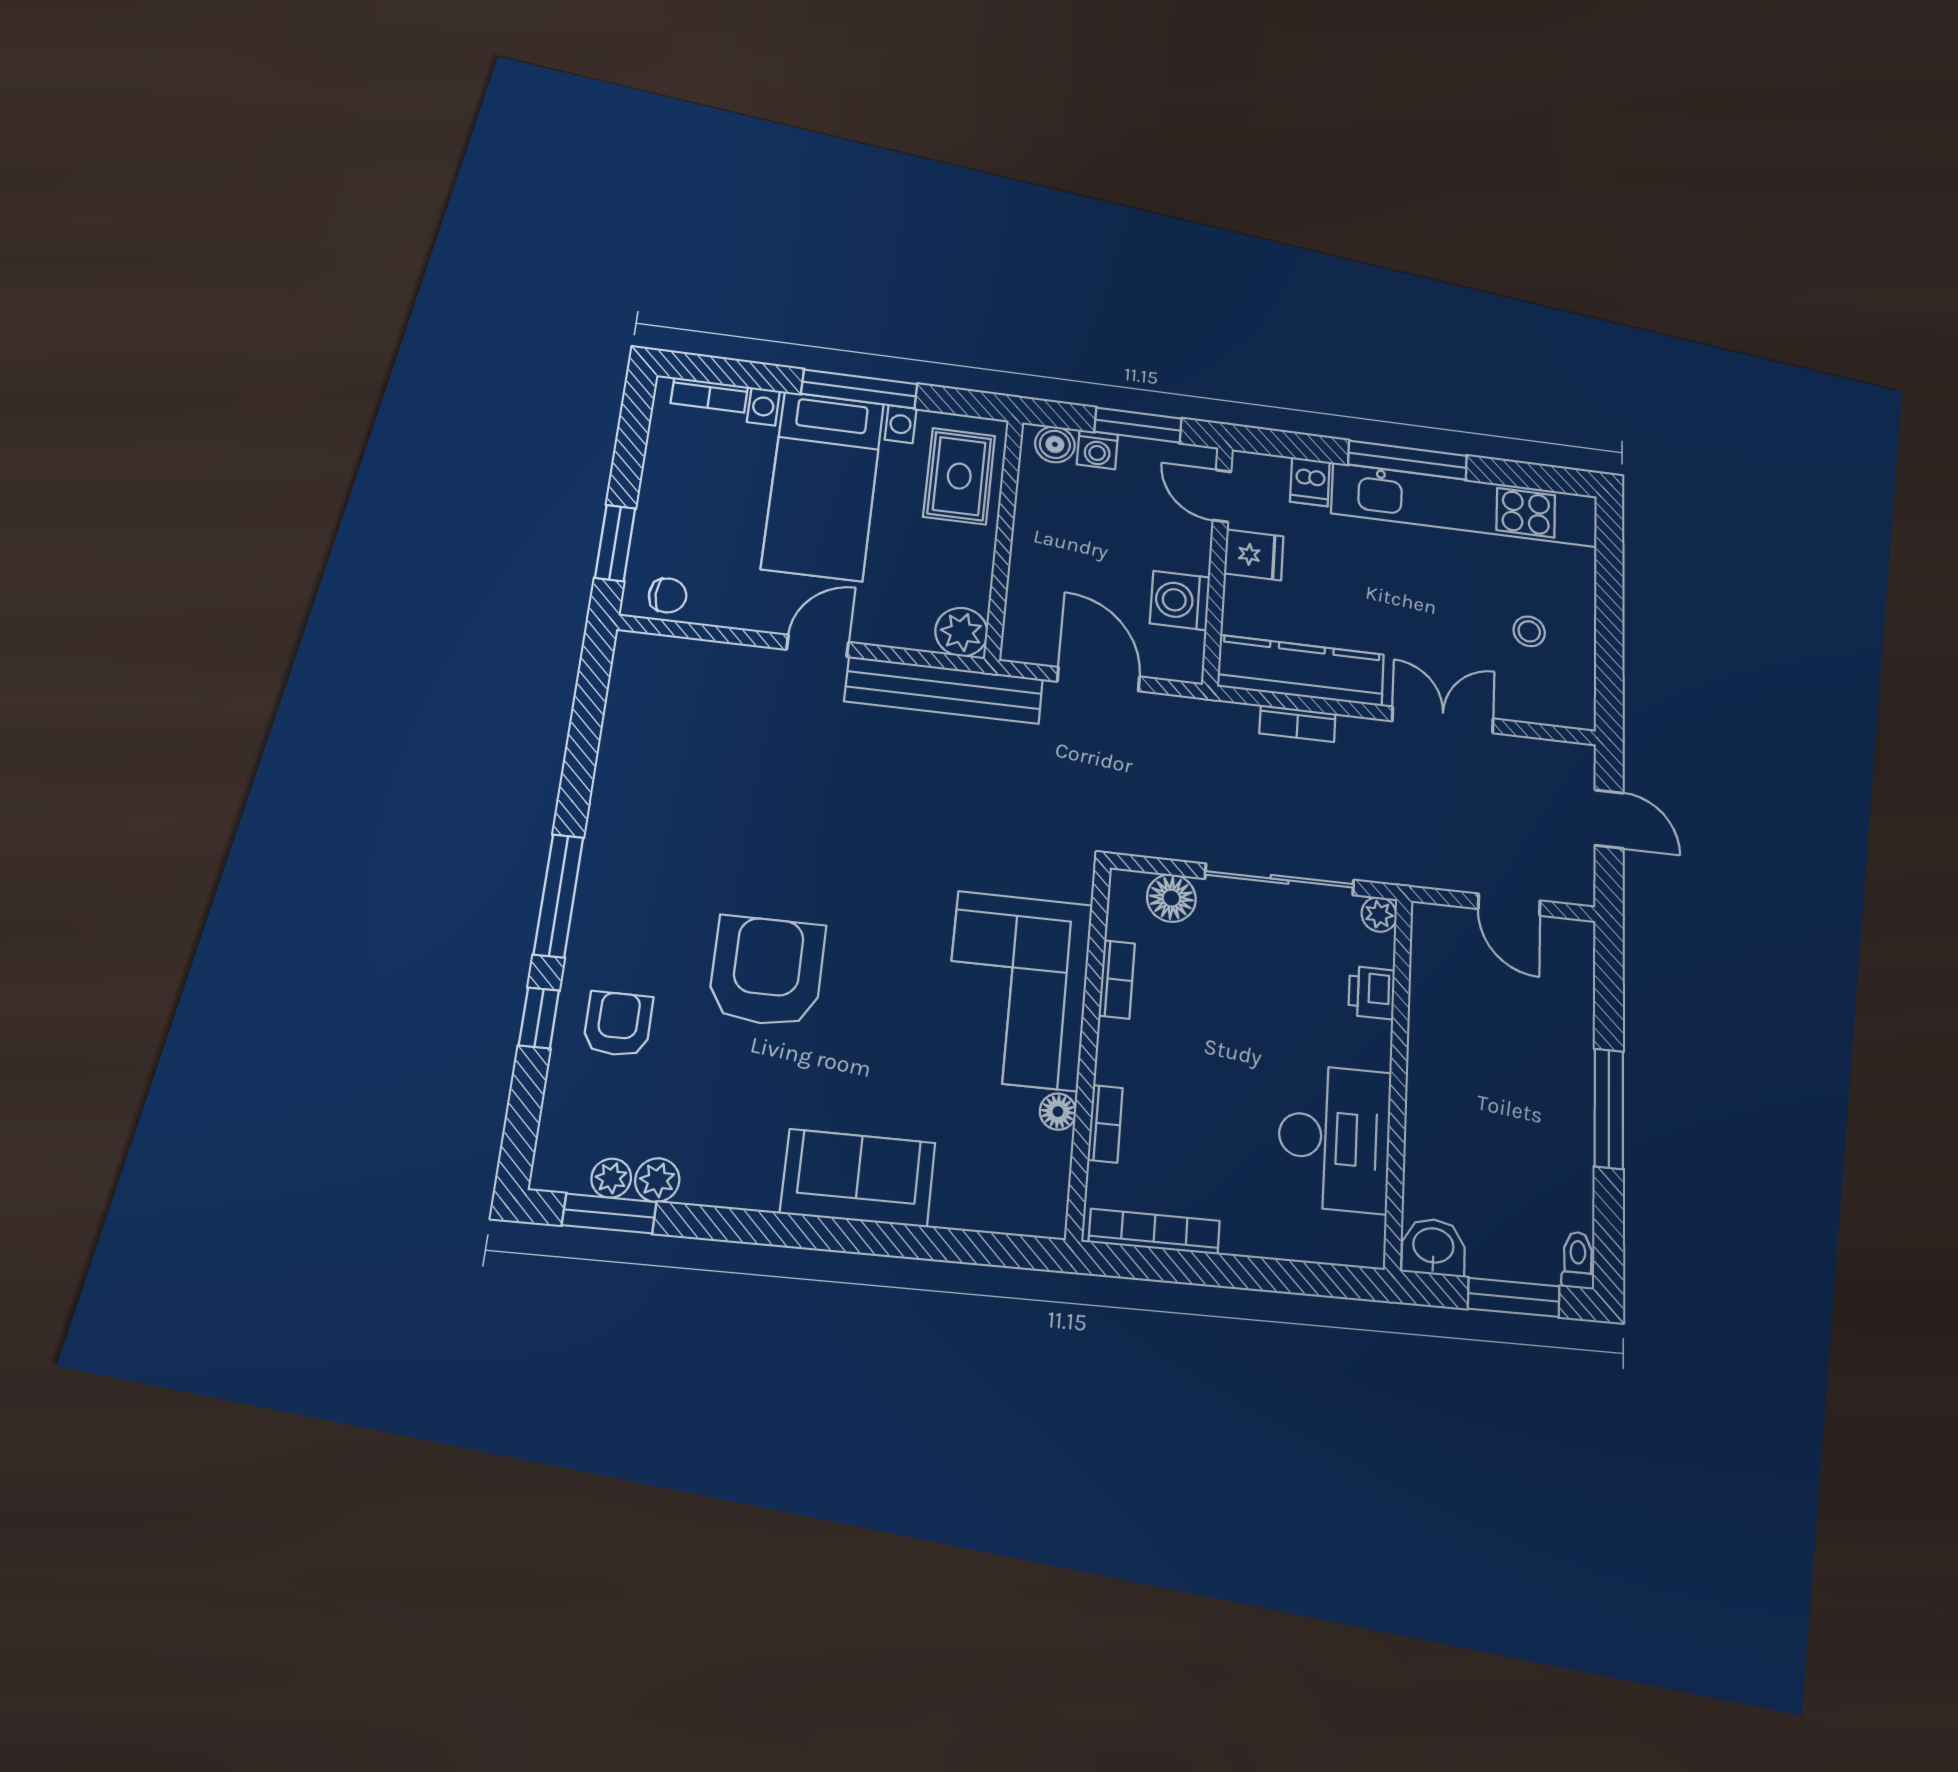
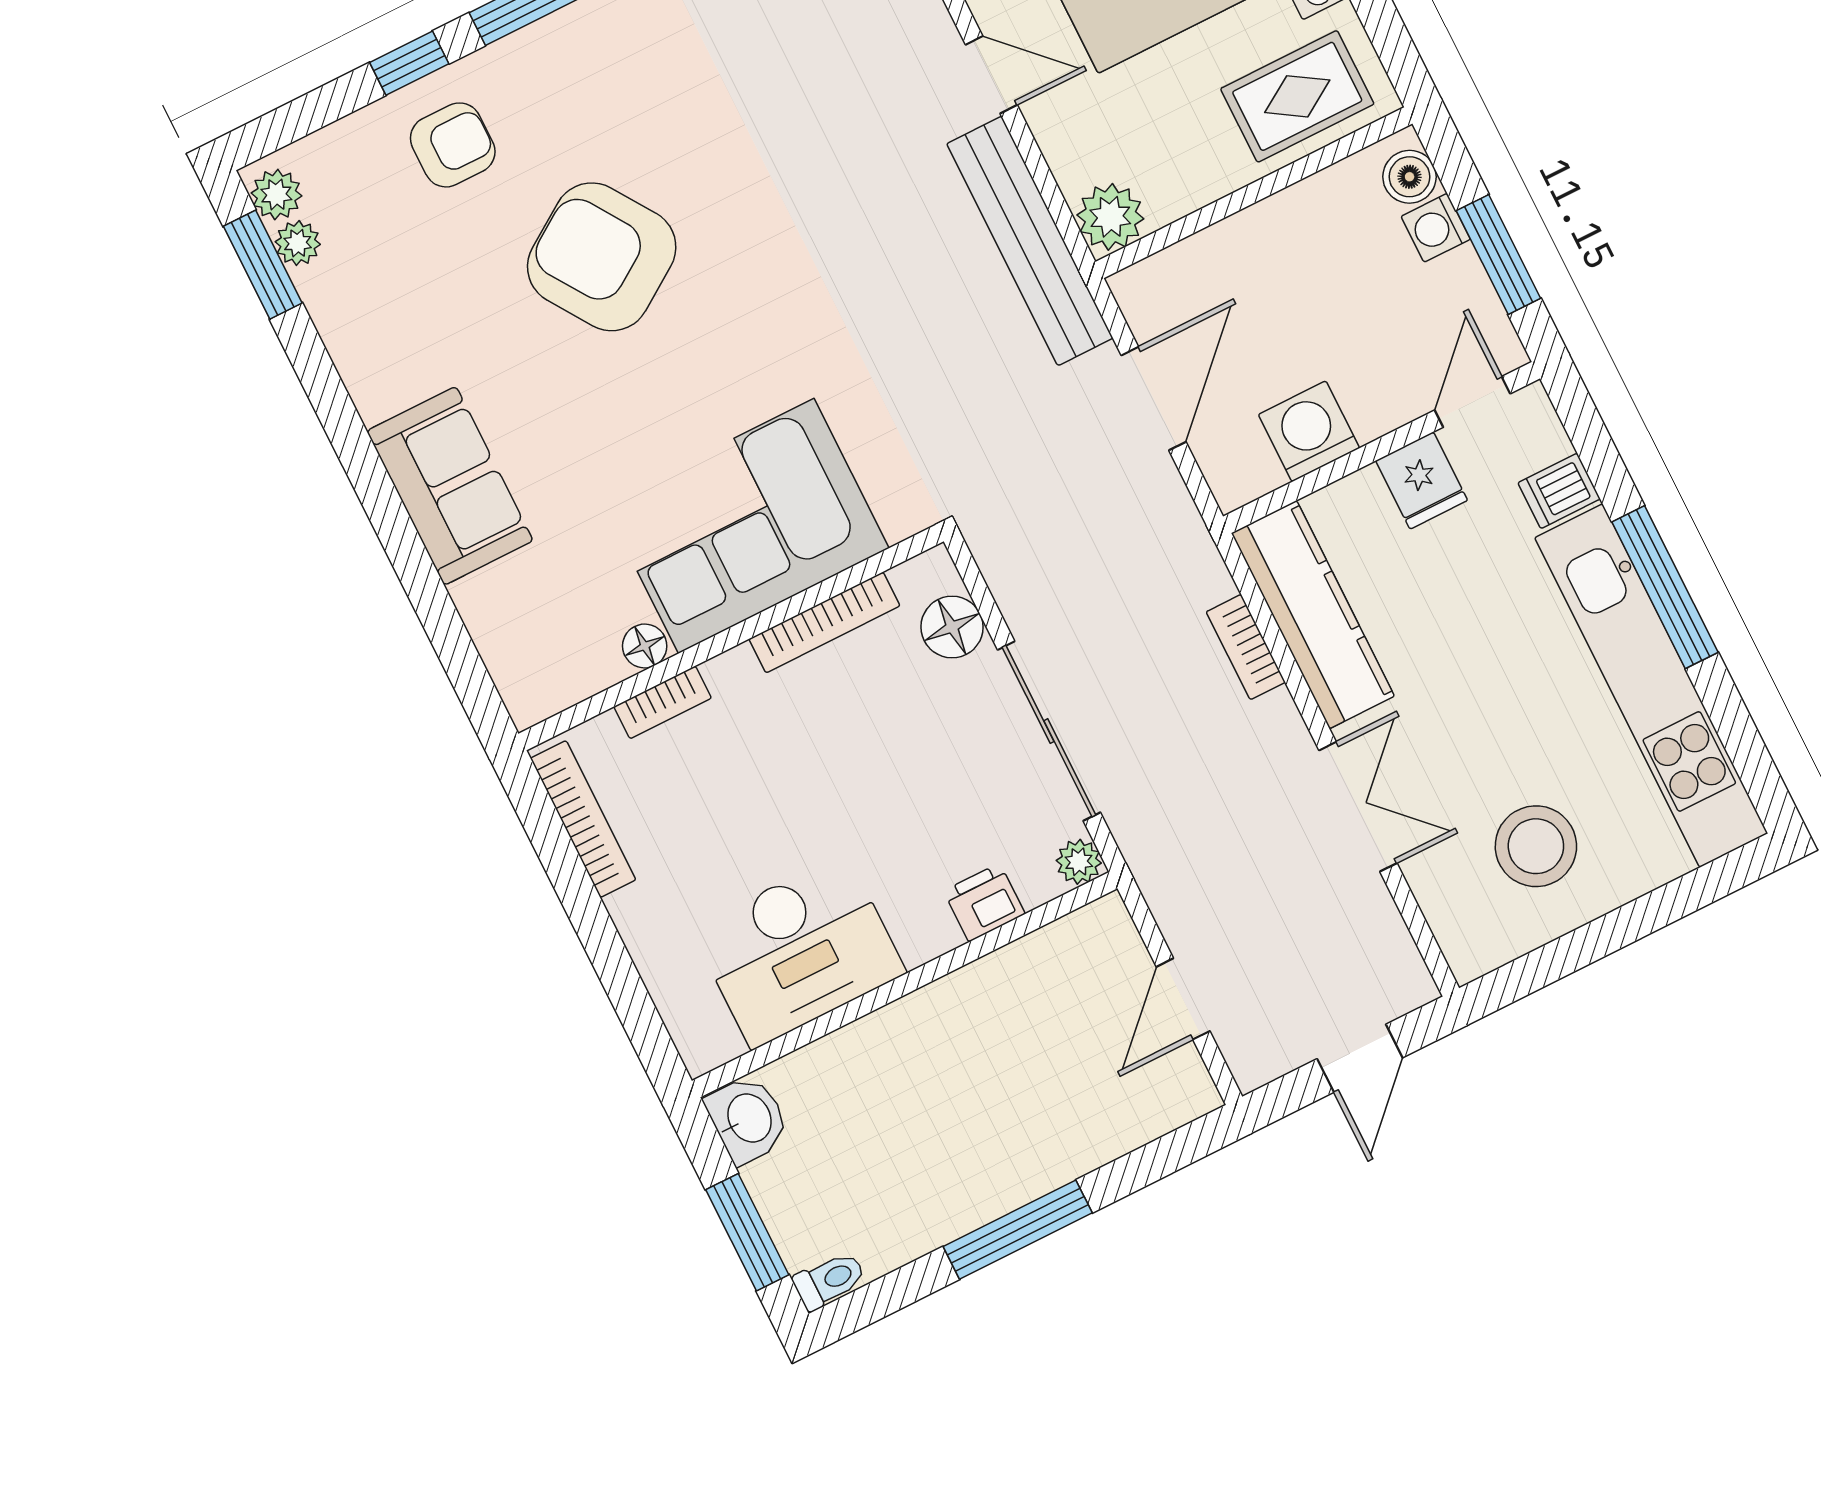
stool: (1529, 631) -> (1536, 846), width x1.89, depth x1.89
armchair: (767, 971) -> (602, 257), turned -124
bookcase: (1117, 979) -> (824, 622), width x1.56
plant: (657, 1180) -> (276, 194), moved

